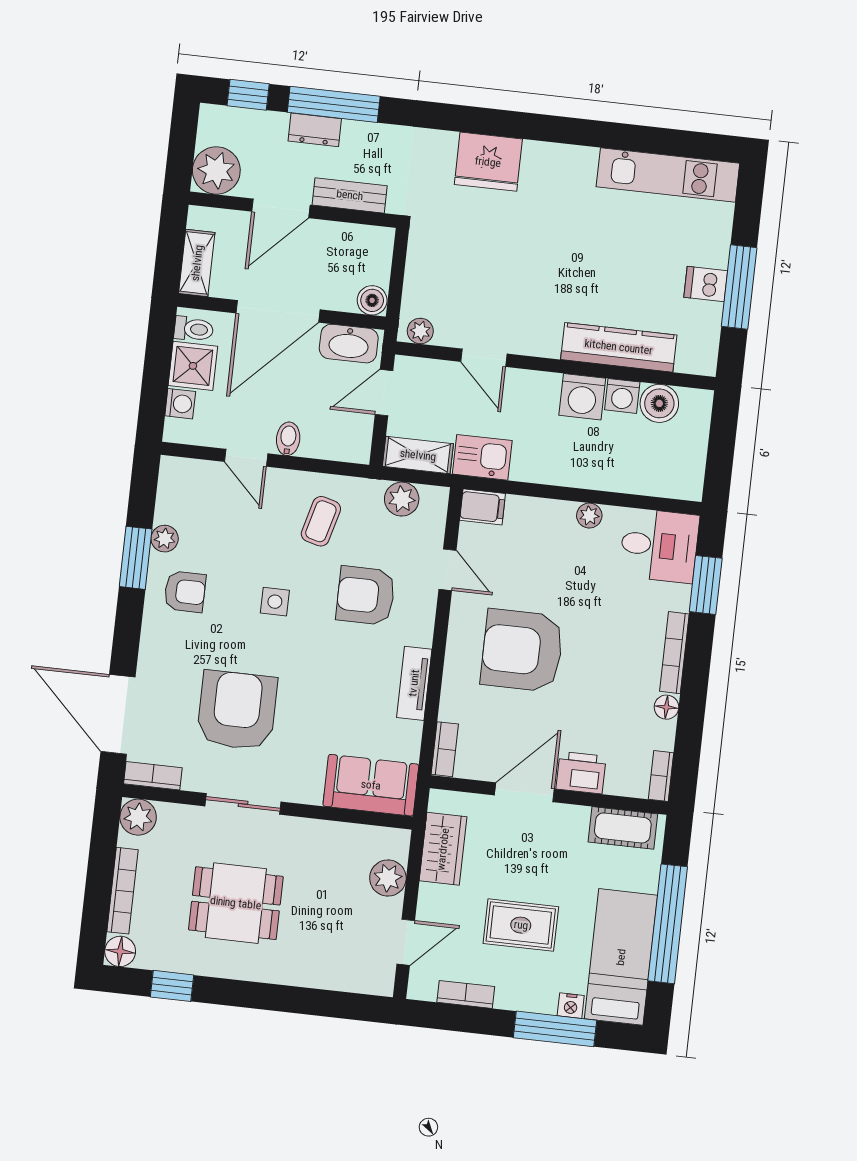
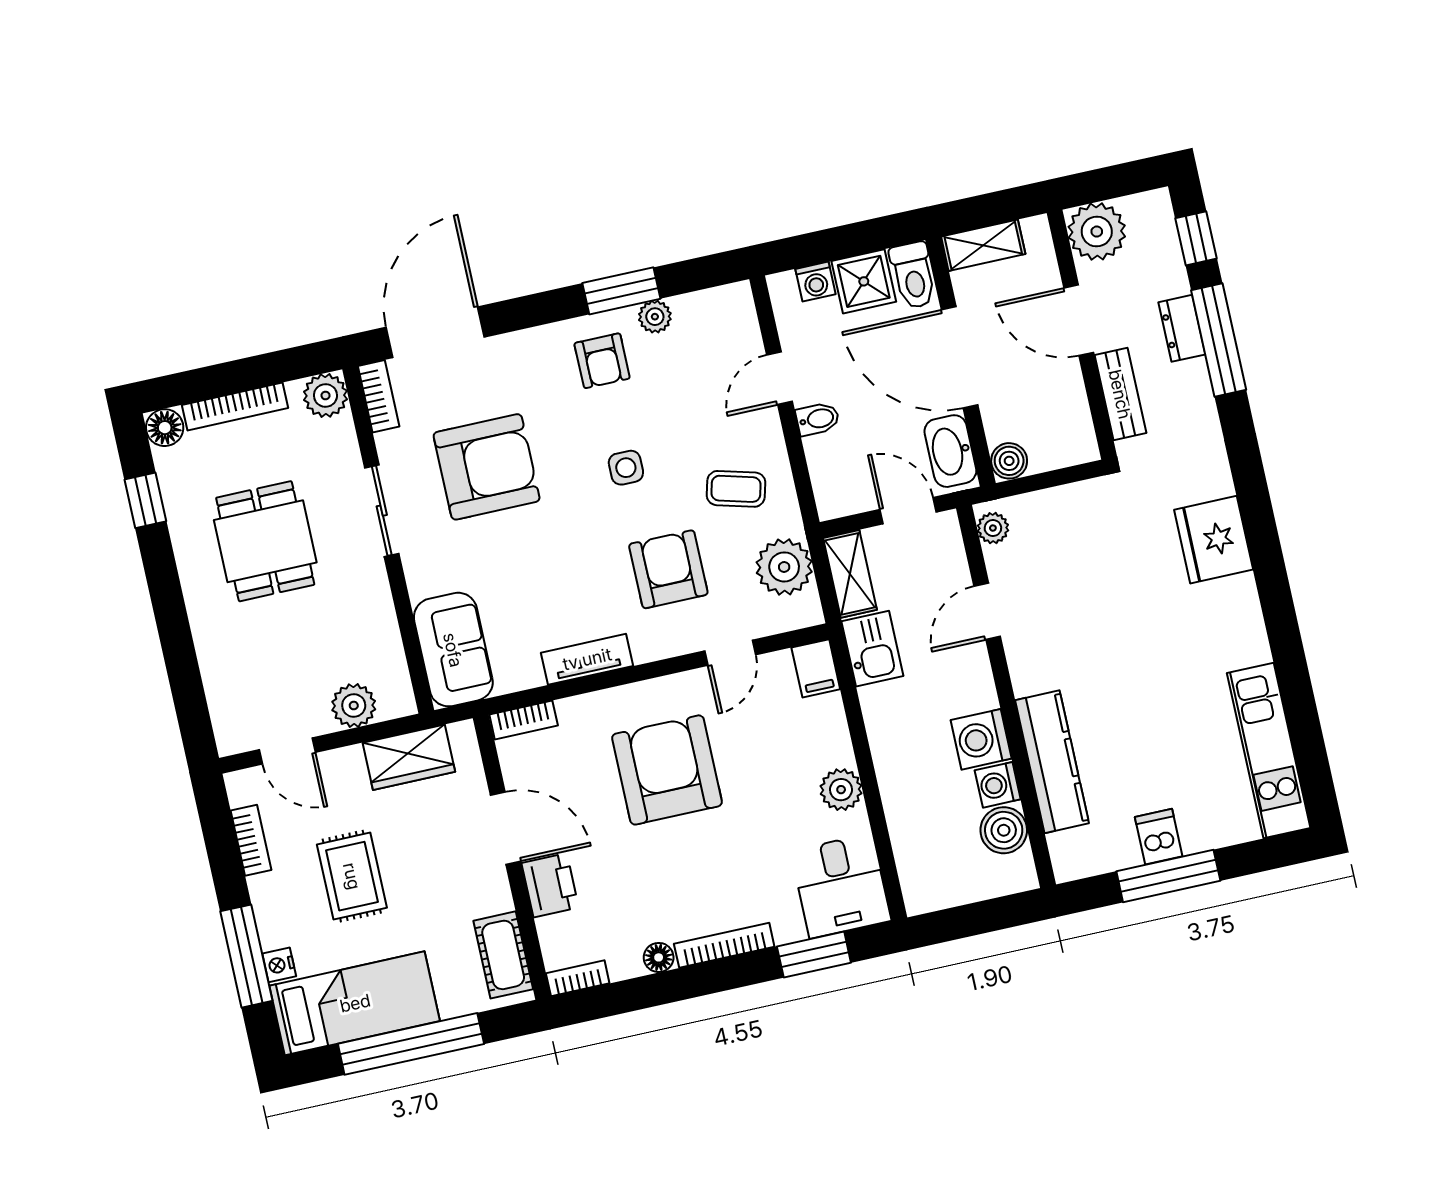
toilet: (194, 329) -> (913, 275), width x1.37, depth x1.39
plant: (402, 499) -> (784, 567), width x1.36, depth x1.36
plant: (589, 516) -> (841, 790), width x1.38, depth x1.38

